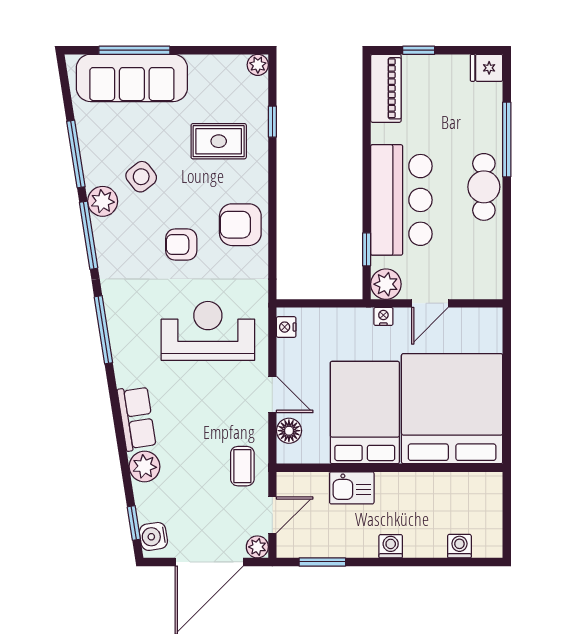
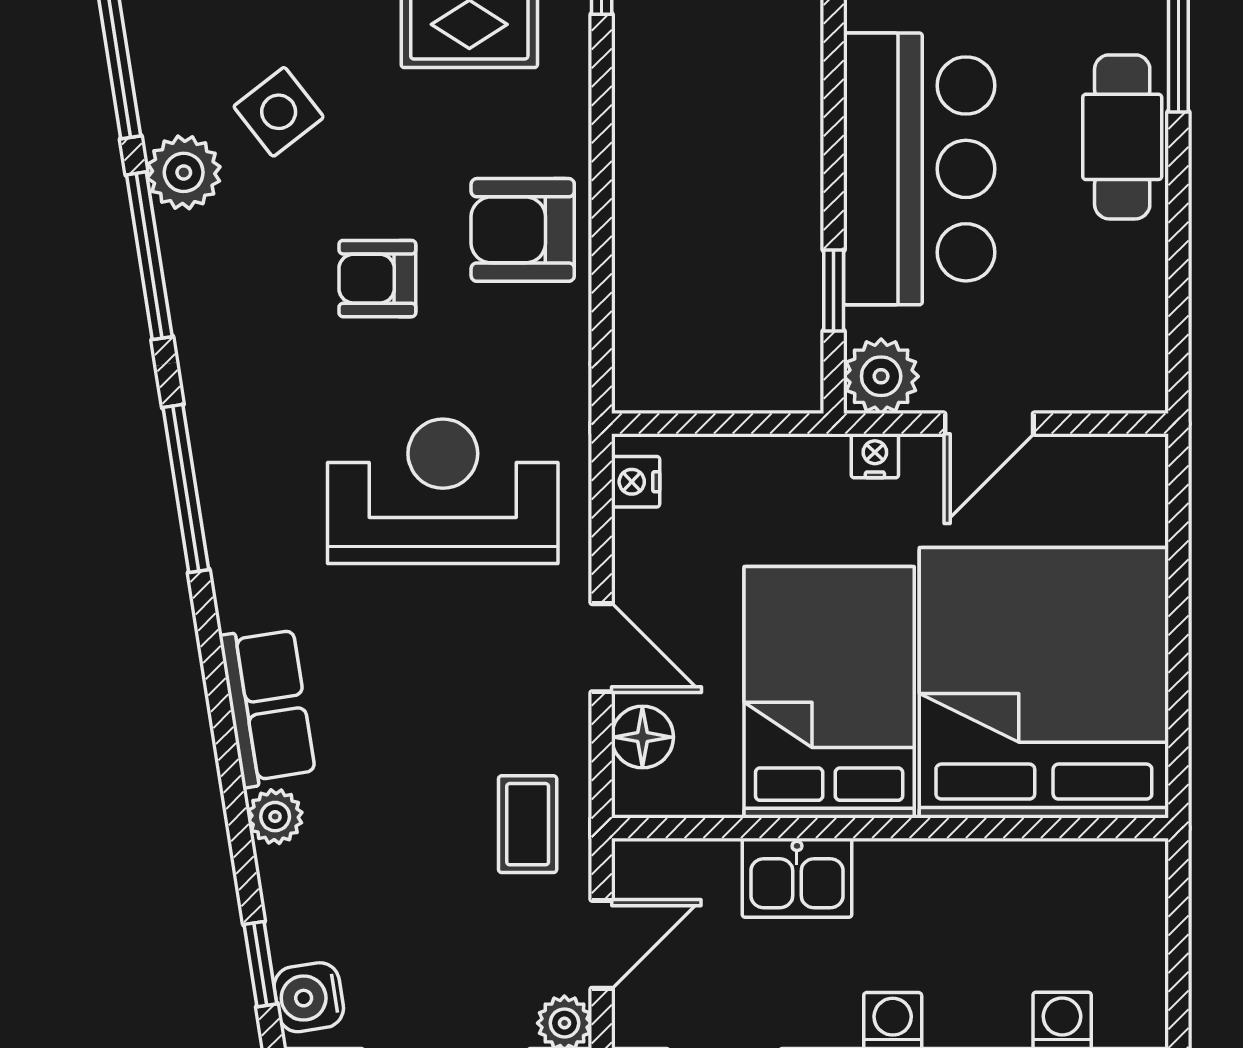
plant: (144, 467) -> (275, 817), width x0.73, depth x0.73

